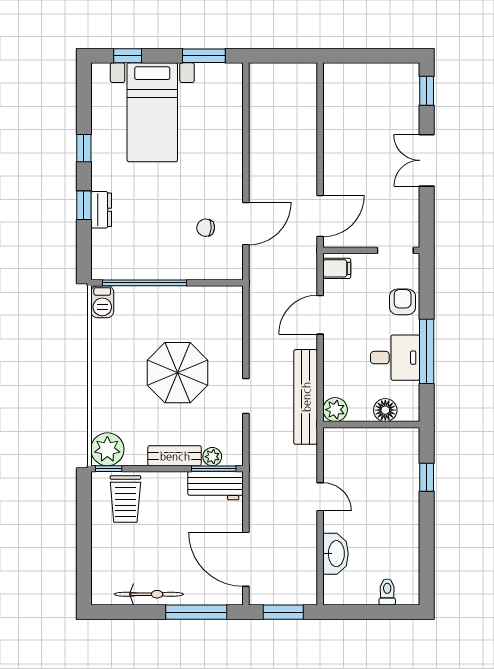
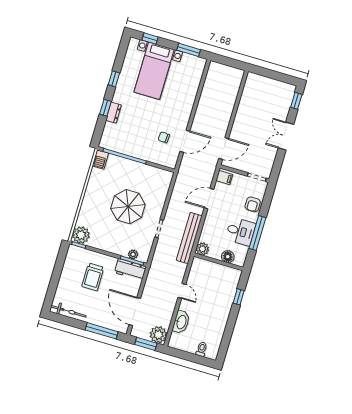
armchair: (403, 302) -> (253, 204), turned 180
bench: (175, 456) -> (114, 248), removed
trolley: (125, 499) -> (93, 277), moved
plant: (301, 589) -> (158, 335), added
bicycle: (149, 594) -> (68, 311), moved

